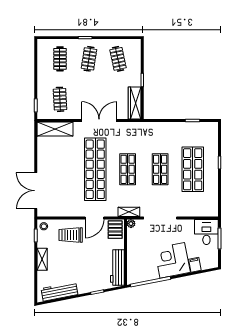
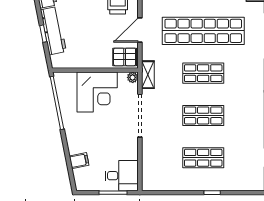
shop shelf: (193, 169) -> (203, 158), width x0.70, depth x0.74
door: (95, 218) -> (140, 30), hinge flipped
corner desk: (172, 260) -> (97, 92), moved, turned 101
workbench: (117, 268) -> (53, 31), moved, turned 79

